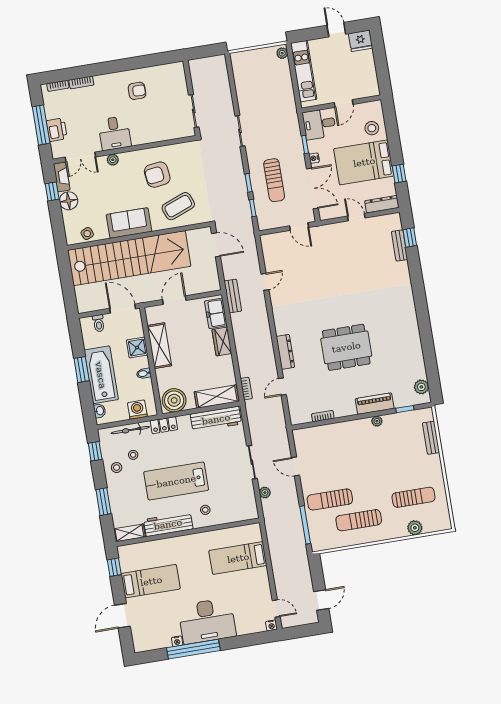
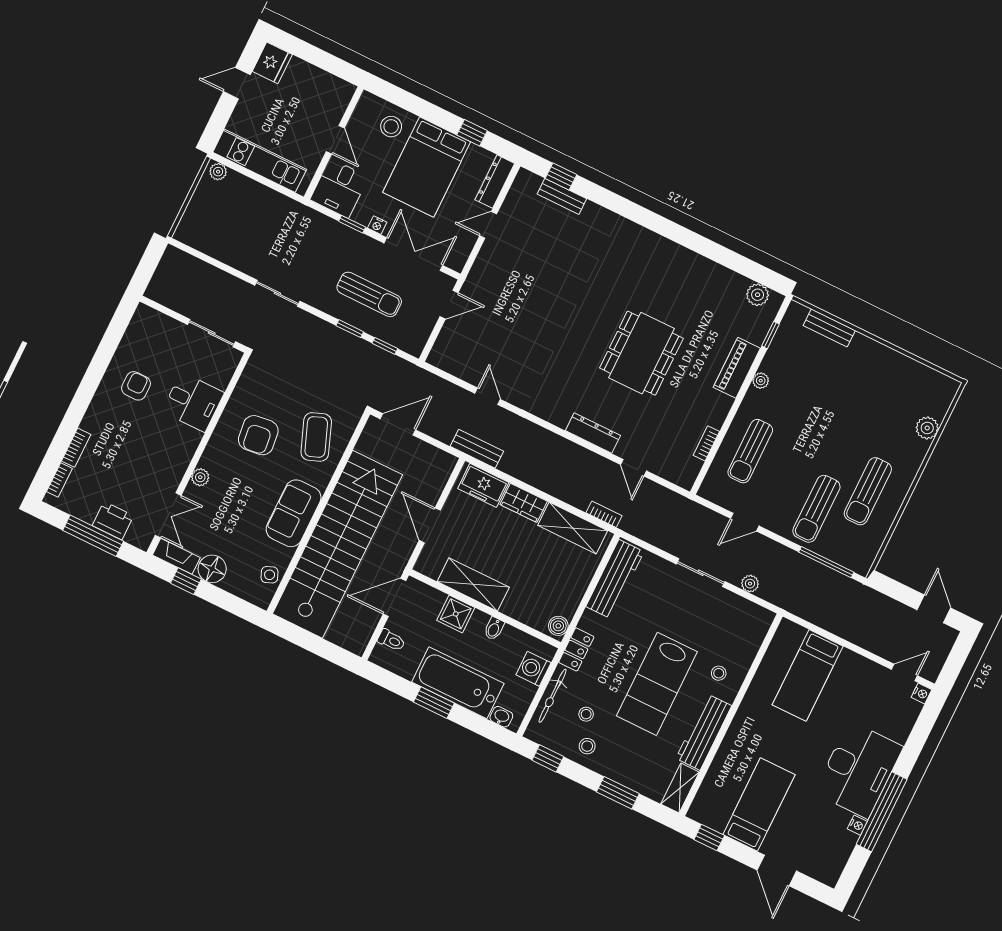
desk: (115, 133) -> (193, 402), moved
shelving: (217, 397) -> (573, 528), moved, turned 90
boiler: (174, 400) -> (558, 626), width x0.54, depth x0.54
sun lounger: (414, 497) -> (750, 451), moved, turned 180

